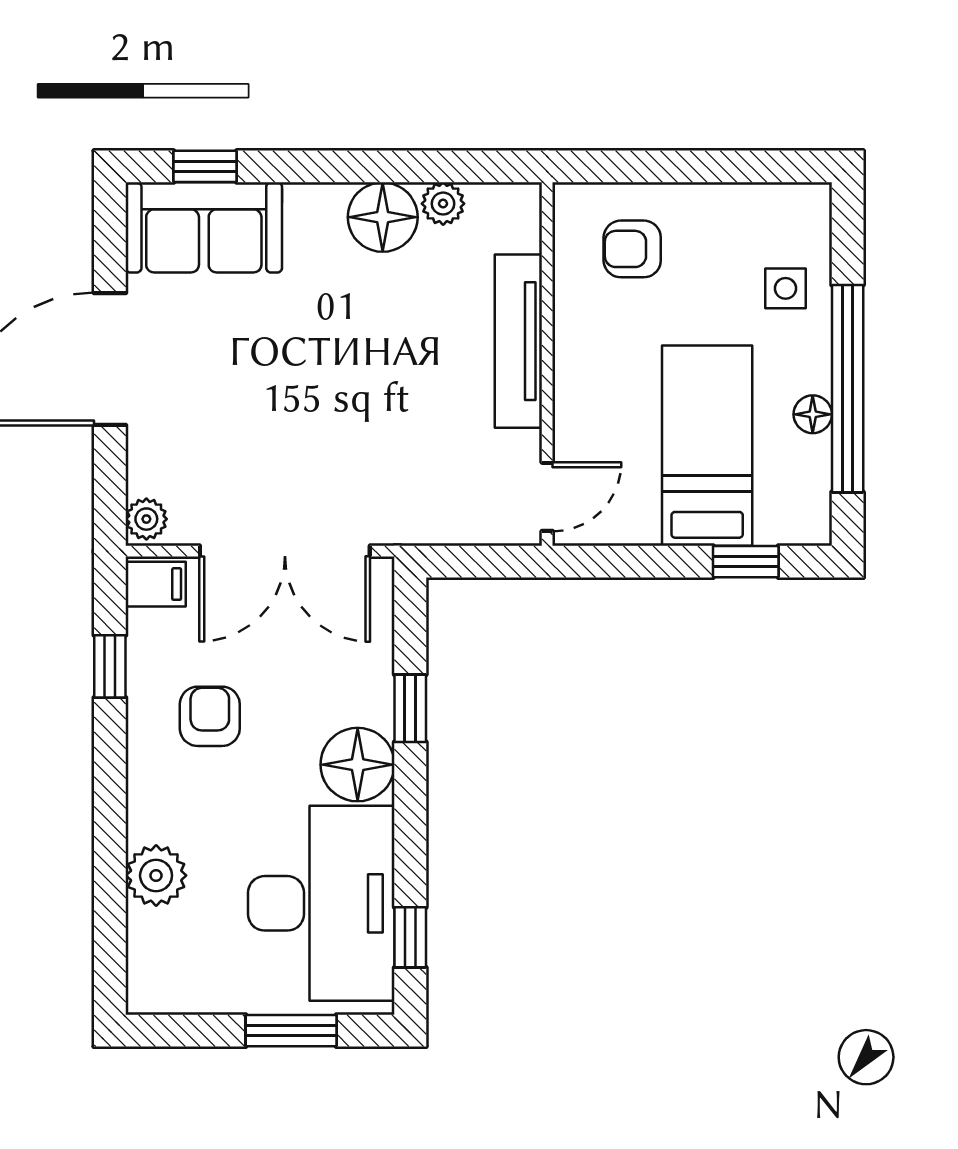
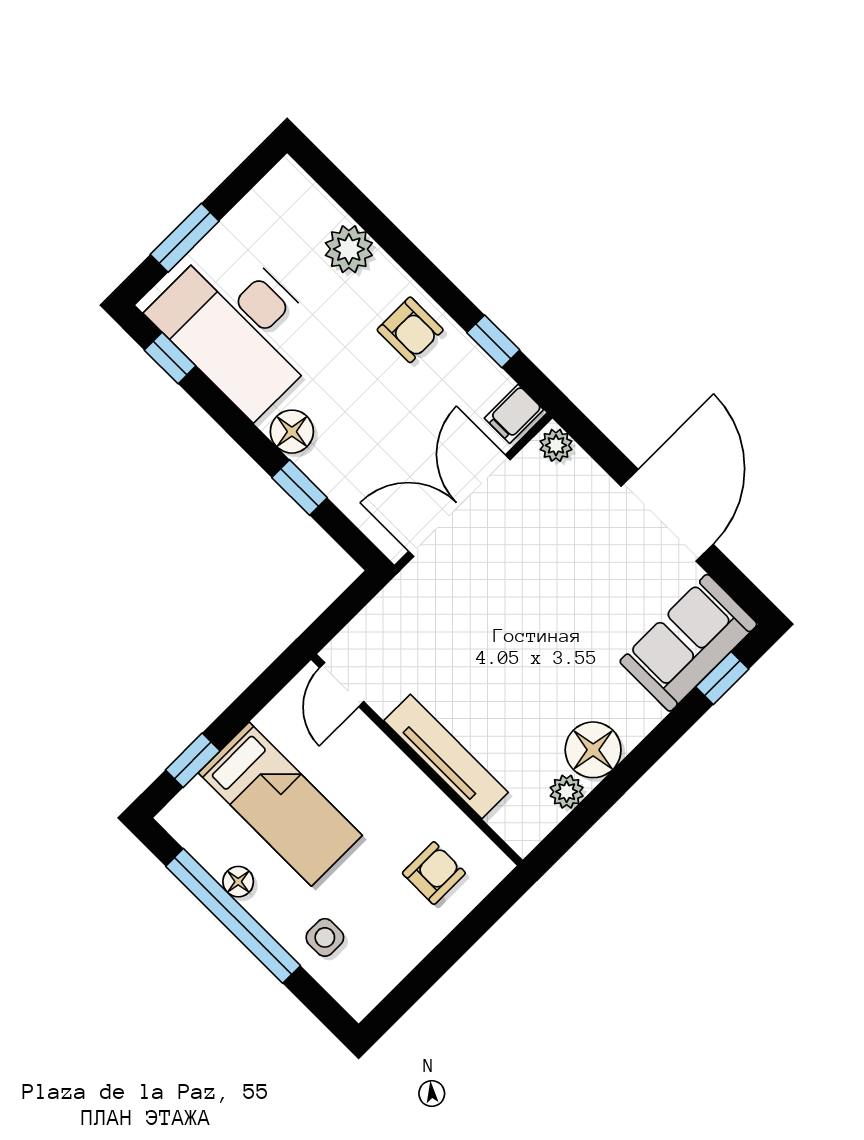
armchair: (210, 716) -> (410, 330), moved
floor lamp: (358, 765) -> (292, 432), width x0.73, depth x0.73

